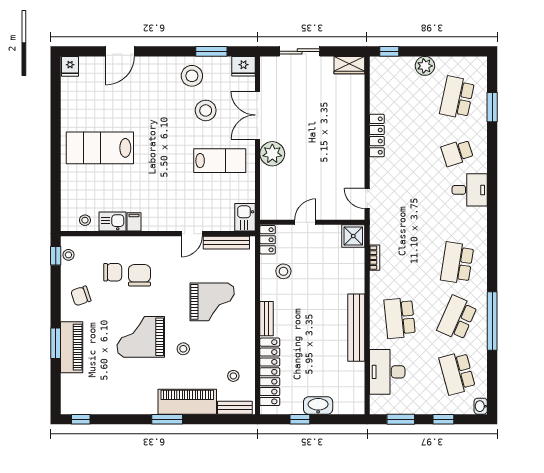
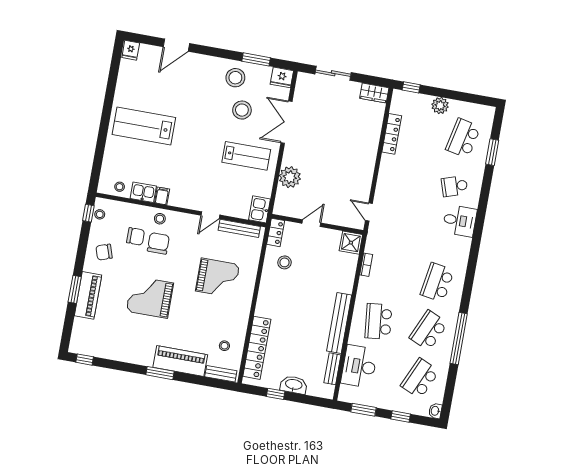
locker: (377, 136) -> (392, 134), moved
plant: (272, 154) -> (290, 177), moved
bench: (267, 319) -> (332, 369), moved
stool: (183, 349) -> (160, 219), moved
school desk: (457, 373) -> (420, 378), turned 39

